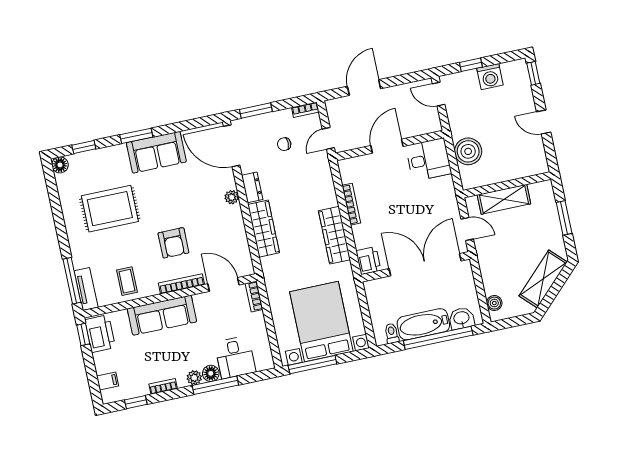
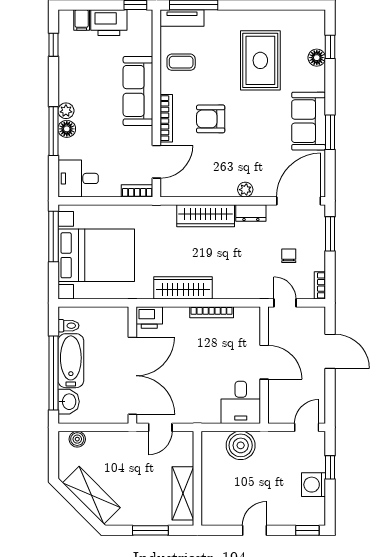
window: (136, 136) -> (330, 132), moved
floor lamp: (60, 165) -> (317, 58), moved
shelving: (504, 199) -> (183, 493), moved
printer: (100, 334) -> (109, 23), moved
desk: (235, 357) -> (78, 178), moved
bookcase: (163, 386) -> (64, 76), removed

